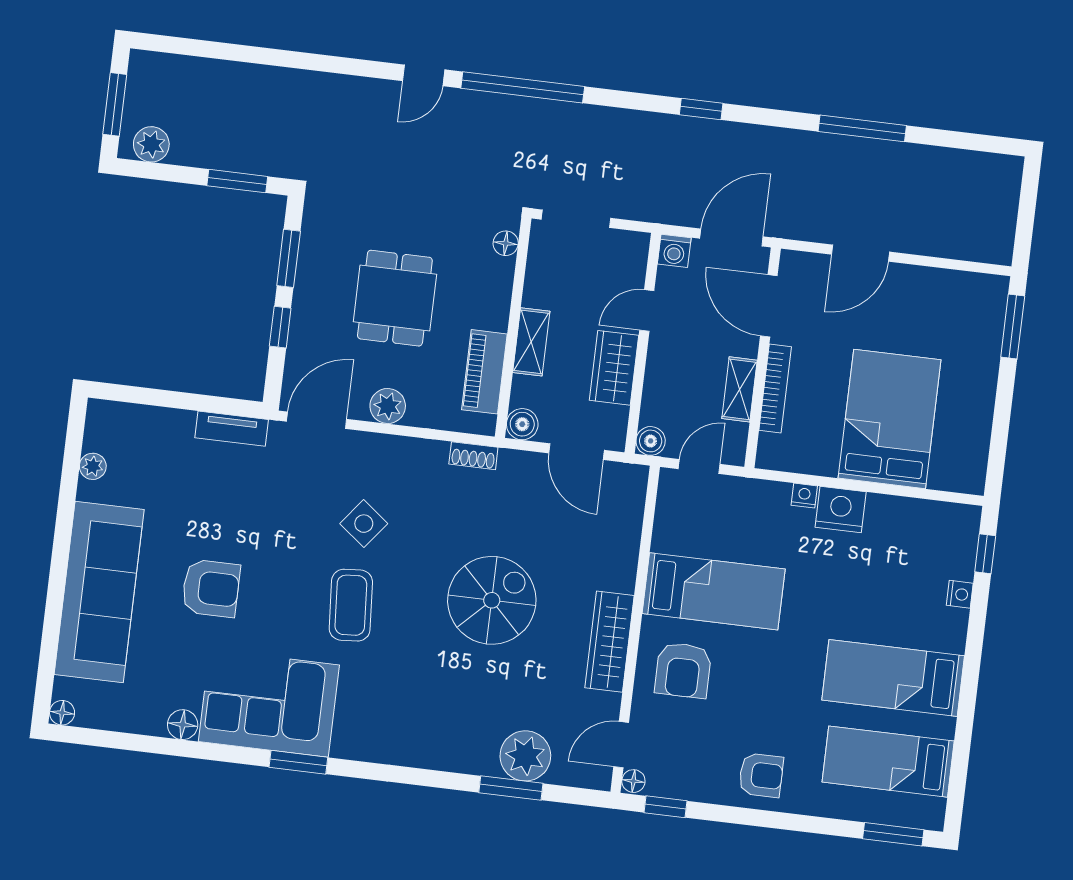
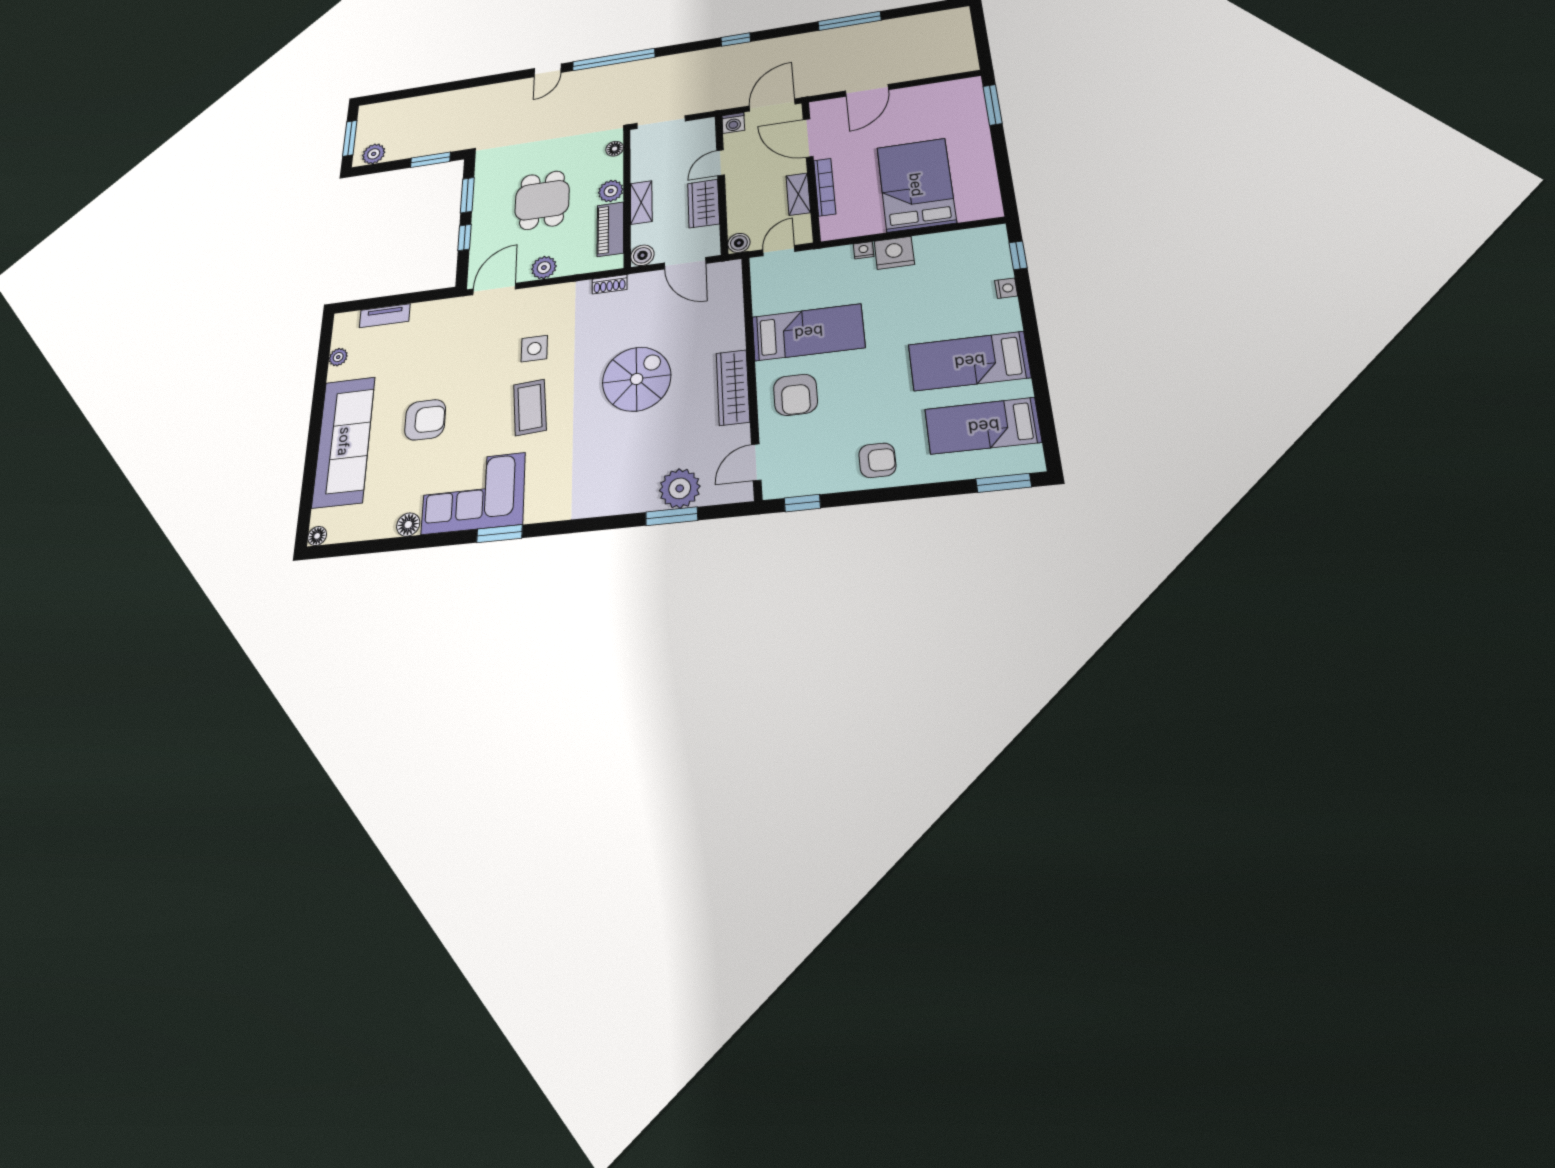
plant: (492, 311) -> (611, 191), added
tv unit: (232, 429) -> (385, 316), moved
side table: (364, 524) -> (534, 349), turned -38
floor lamp: (633, 781) -> (772, 489), removed

